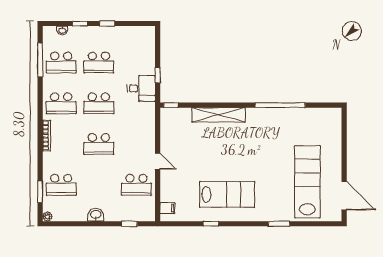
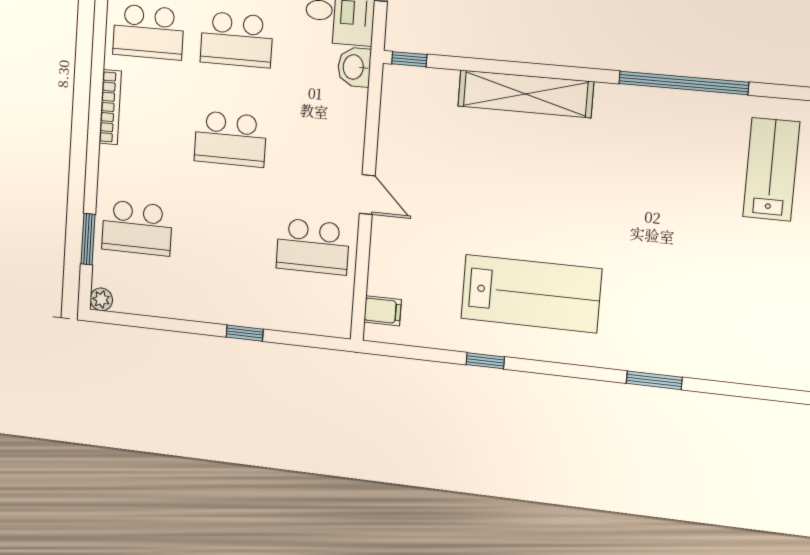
lab bench: (307, 182) -> (771, 169), moved, width x0.54, depth x0.72
washbasin: (96, 215) -> (354, 67), moved, turned -90
window: (129, 224) -> (245, 333), moved

